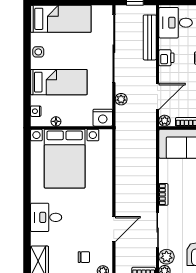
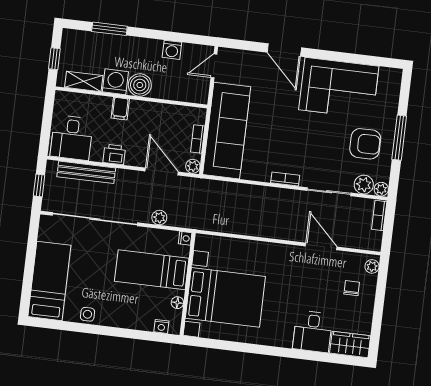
bed: (59, 82) -> (152, 270), moved, turned -90
nightstand: (103, 118) -> (185, 238), width x0.53, depth x0.56
desk: (46, 217) -> (313, 332), moved

